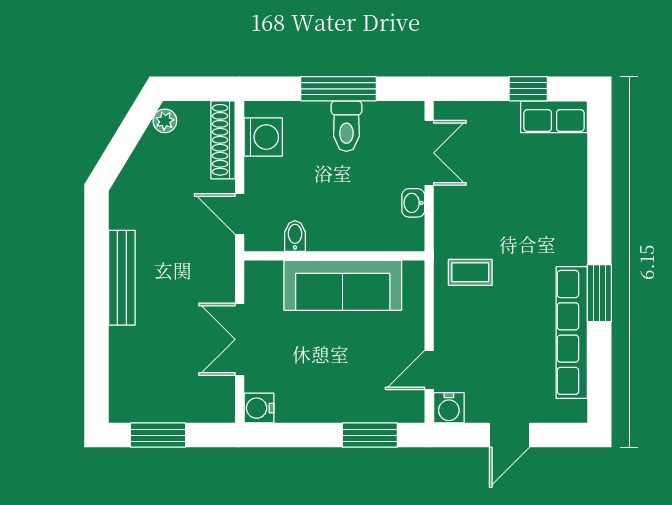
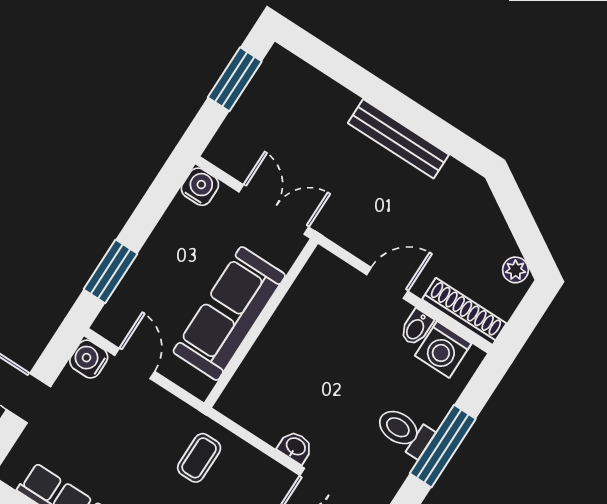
bidet: (295, 236) -> (416, 327), moved, turned 90
wall: (334, 256) -> (261, 323), moved
sofa: (343, 285) -> (229, 313), moved

